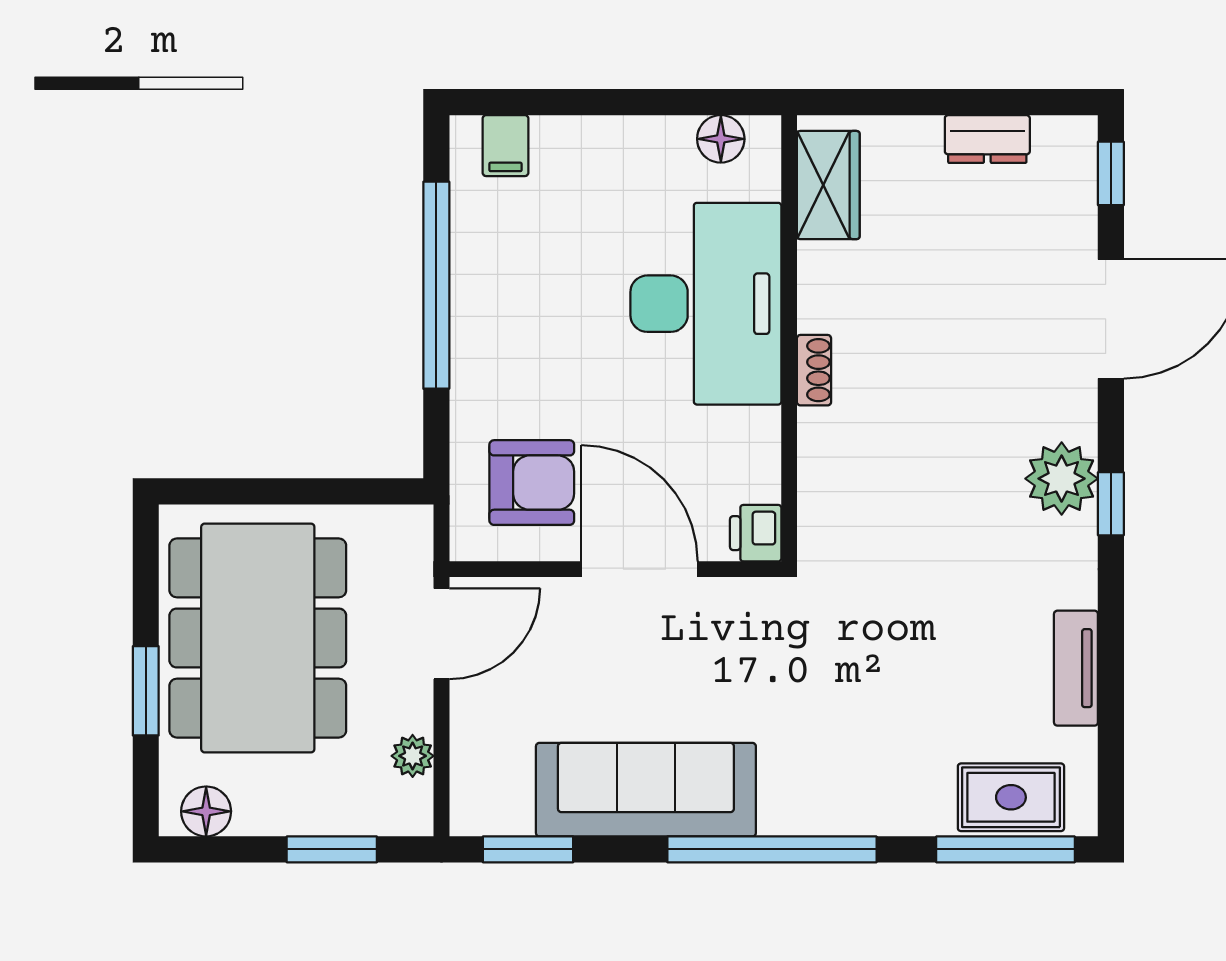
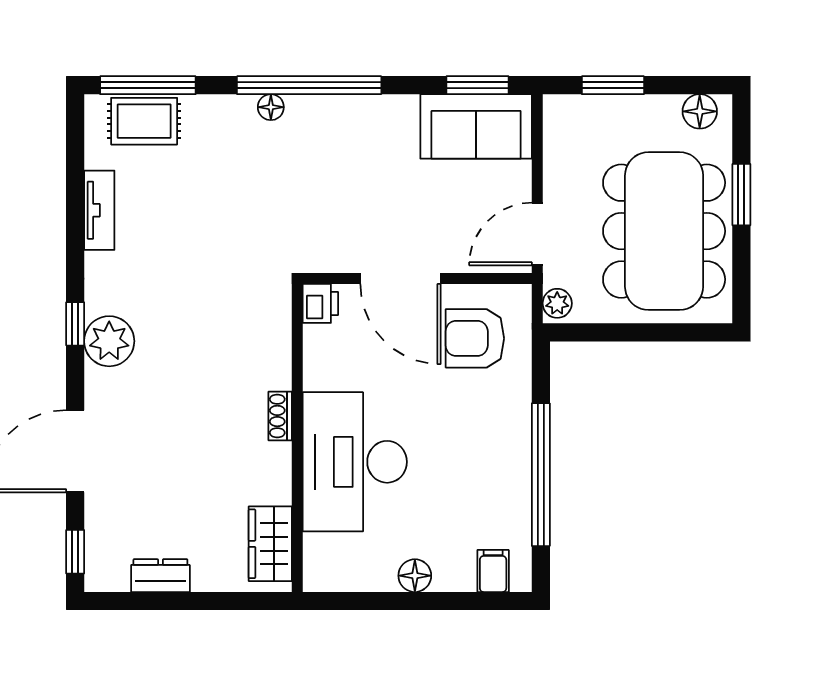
floor lamp: (721, 139) -> (415, 576), moved
plant: (413, 756) -> (557, 303), moved
sofa: (646, 790) -> (476, 126), moved, width x0.73
floor lamp: (827, 818) -> (271, 107), added

